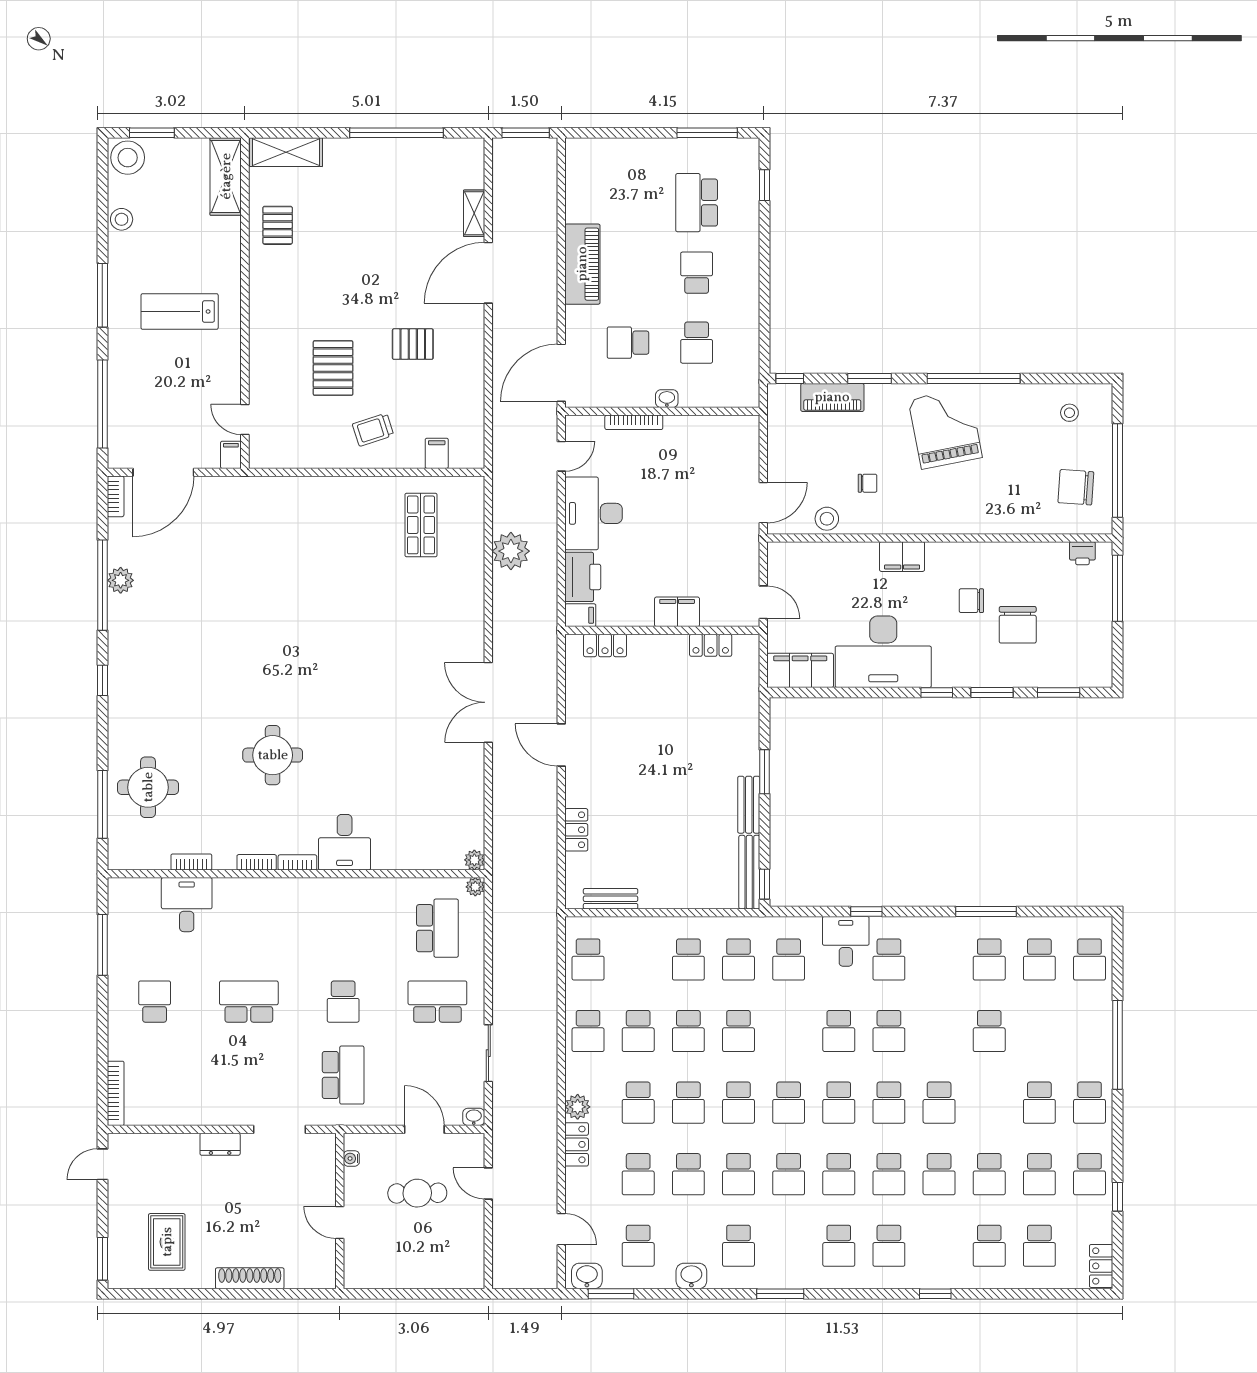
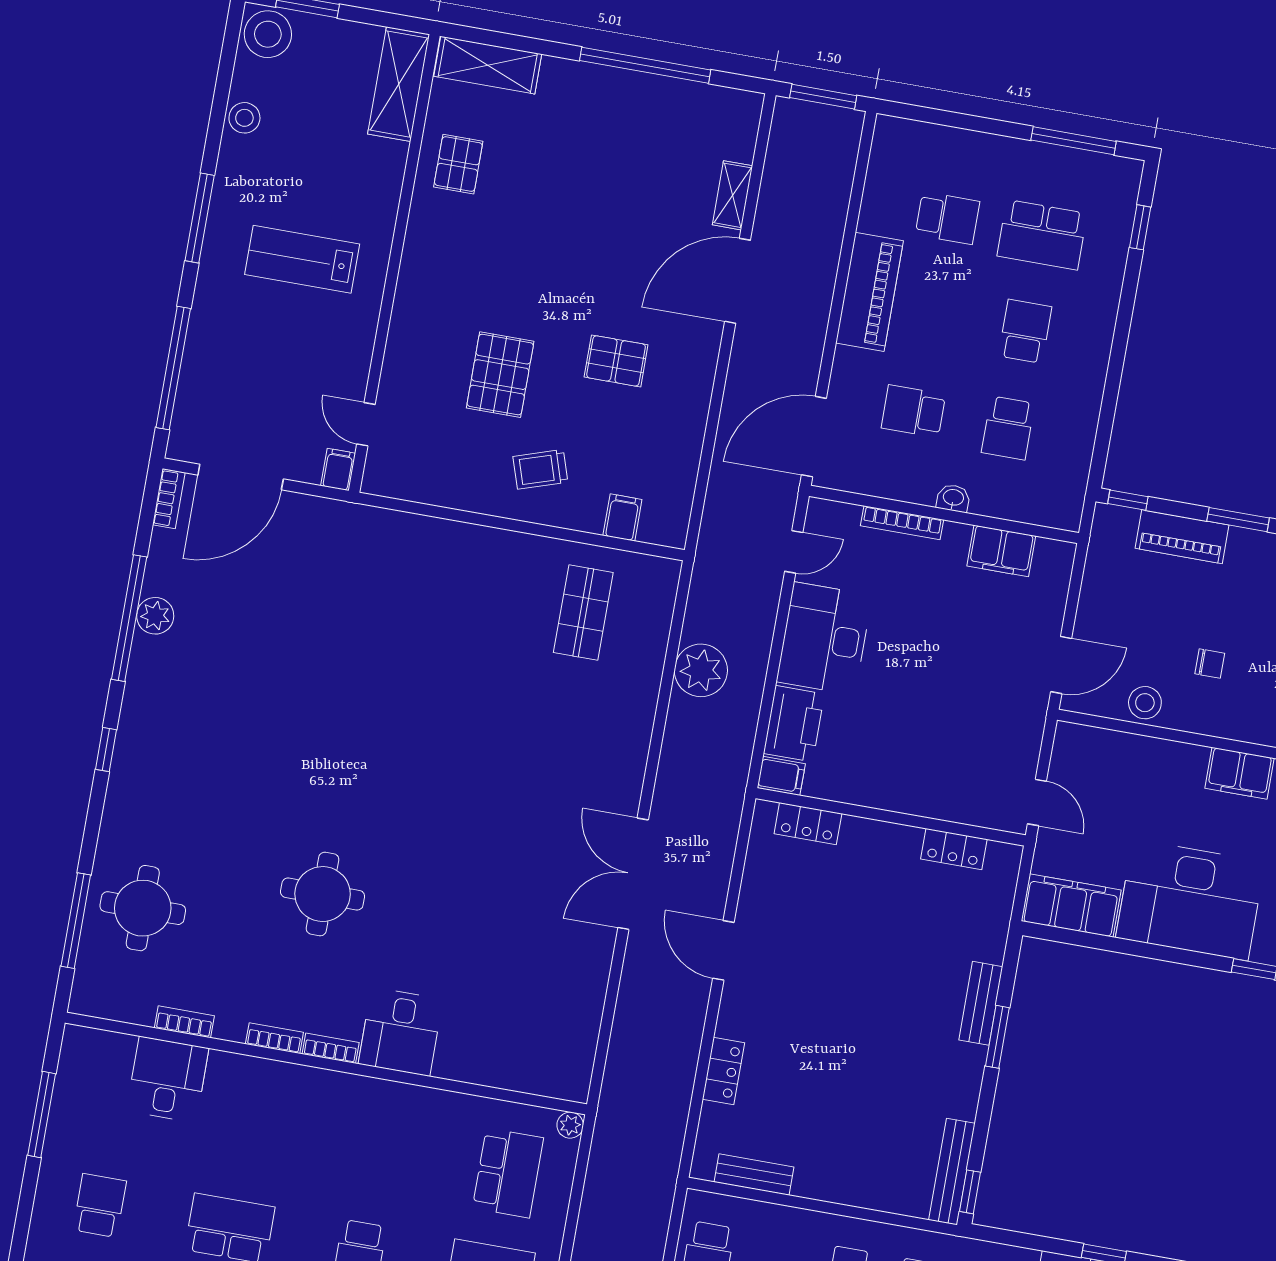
school desk: (628, 203) -> (947, 218), added
school desk: (697, 203) -> (1042, 235), turned -90
filing cabinet: (677, 612) -> (1001, 551), moved, turned 180
bench: (749, 805) -> (981, 1003), moved
plant: (474, 860) -> (576, 1088), removed

